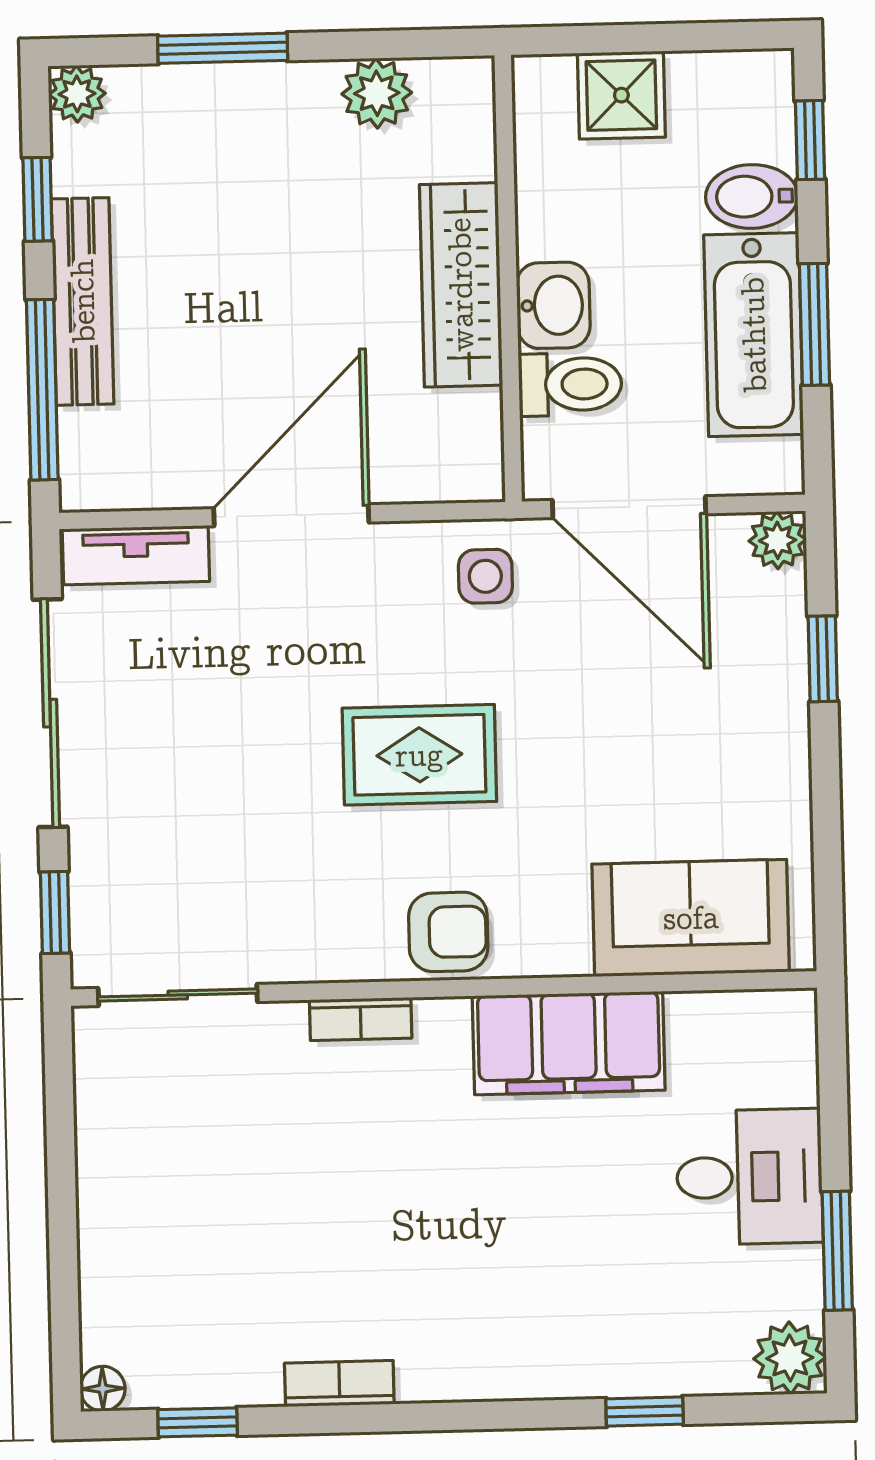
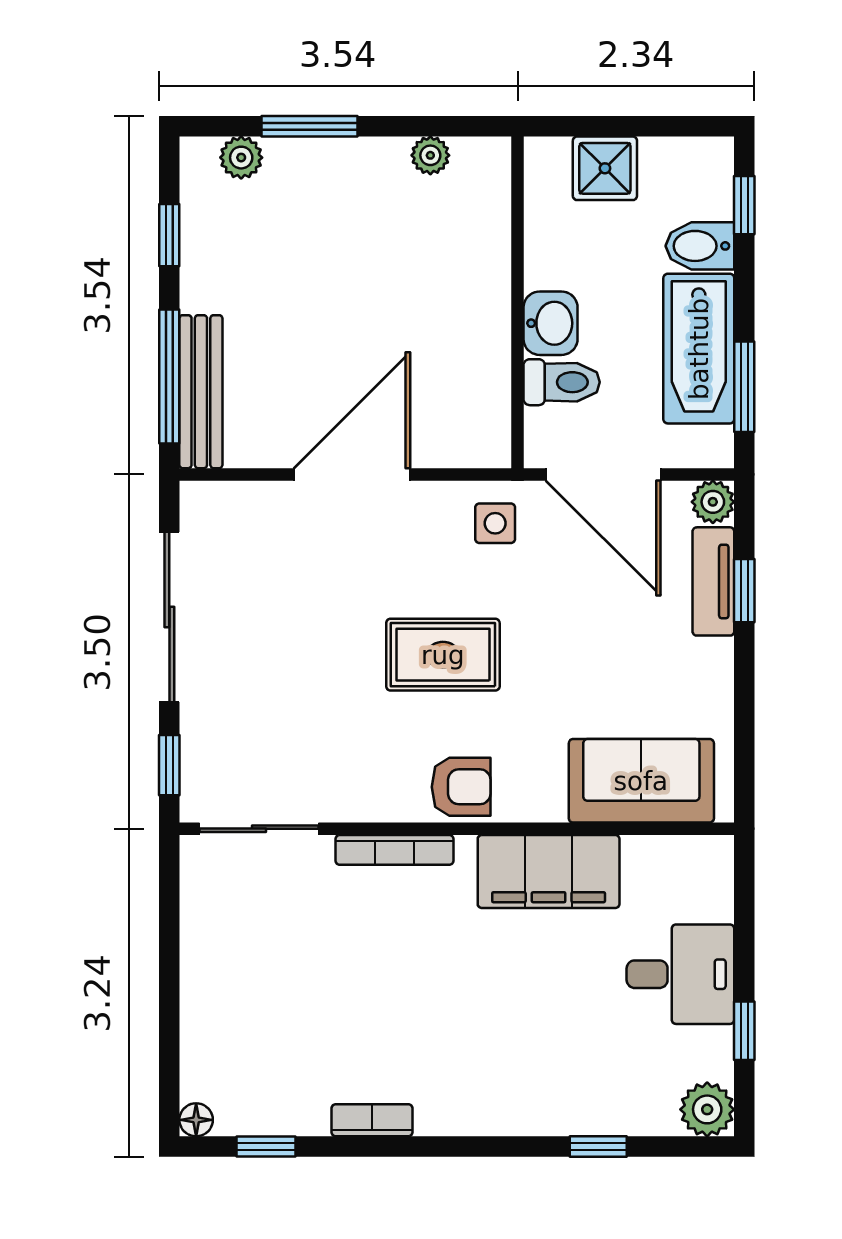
plant: (377, 93) -> (430, 155), width x0.73, depth x0.73
plant: (77, 94) -> (241, 158), moved
wardrobe: (461, 285) -> (482, 306), removed
bench: (83, 301) -> (201, 392), moved
window: (815, 324) -> (744, 387), moved
tv unit: (136, 555) -> (713, 581), moved, turned 90
bookcase: (361, 1019) -> (394, 850), width x1.56
window: (837, 1251) -> (744, 1031), width x0.67

